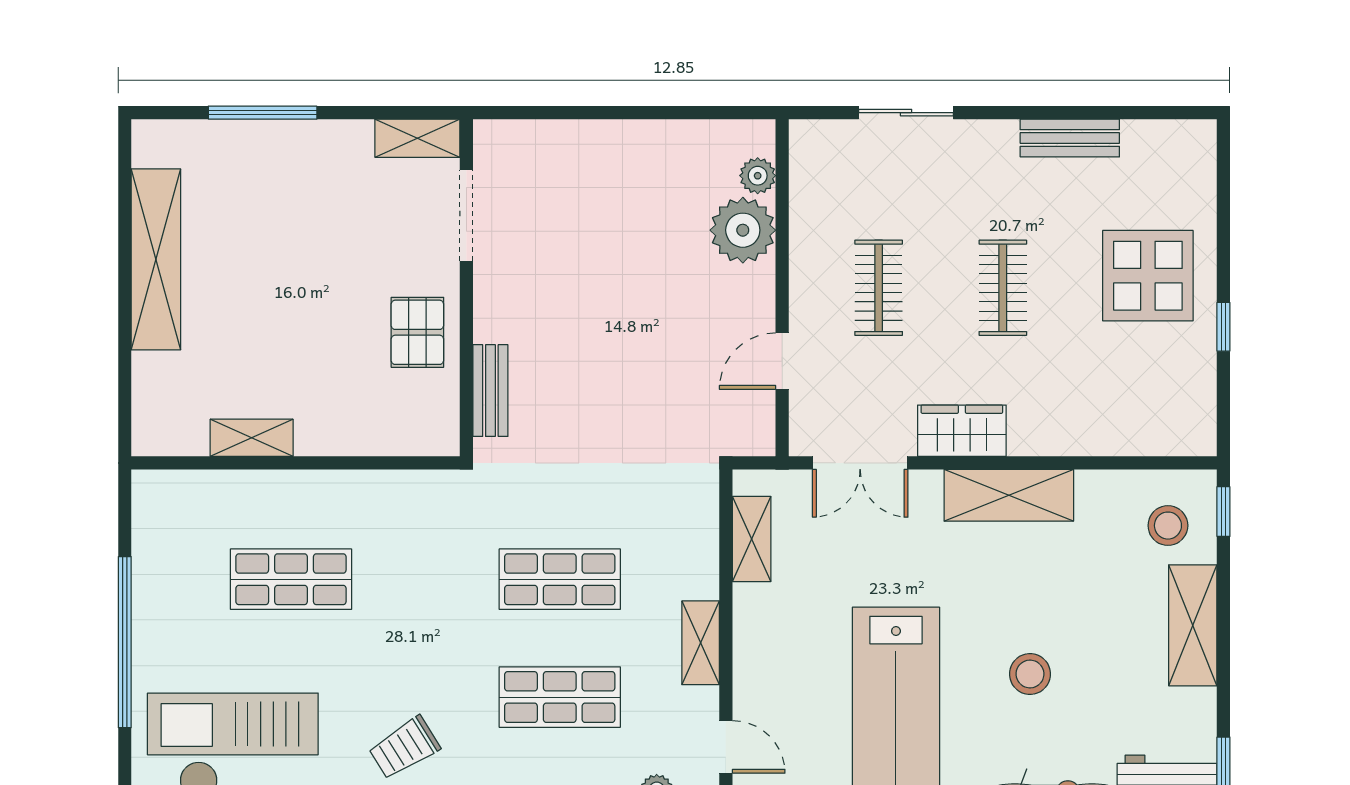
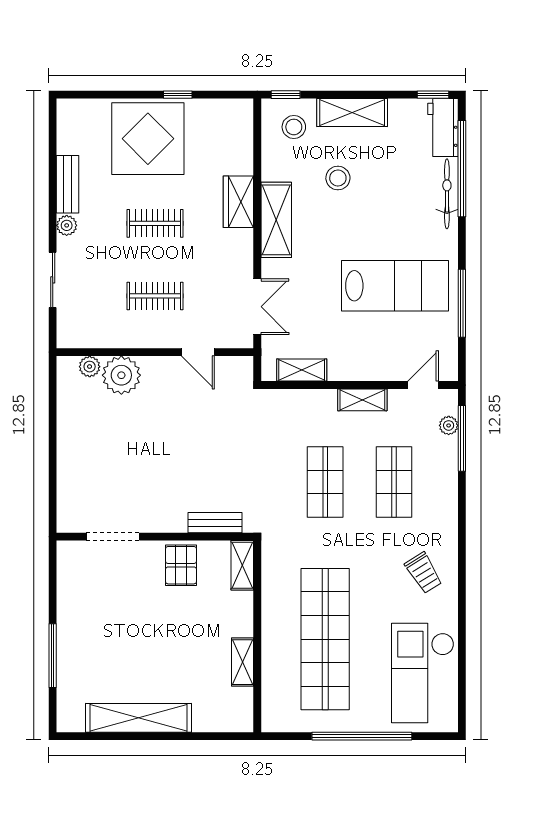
plant: (999, 137) -> (67, 225), added
shelving: (417, 138) -> (242, 565), moved
display table: (1148, 276) -> (148, 139), width x1.36, depth x1.36
pallet: (417, 332) -> (181, 565), turned 90
wardrobe: (962, 431) -> (238, 202), moved
shop shelf: (291, 579) -> (325, 639), width x2.00, depth x1.36
stool: (1030, 674) -> (338, 178), moved

